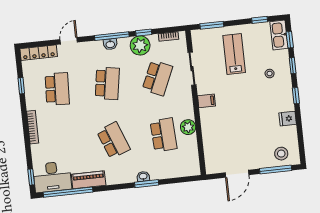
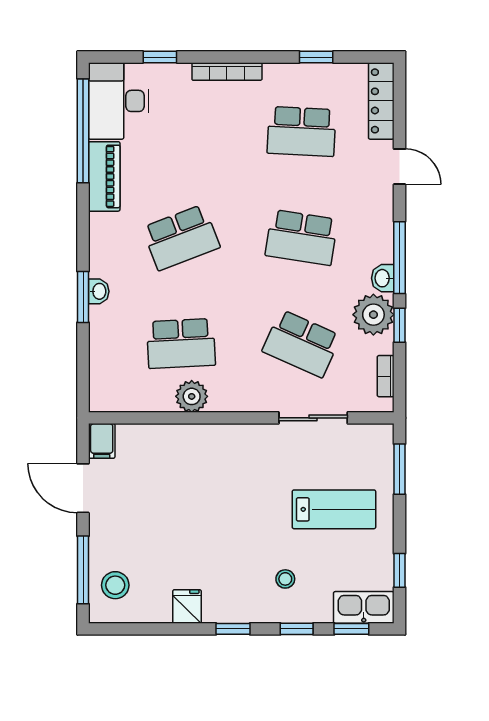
washbasin: (110, 44) -> (383, 278), moved
filing cabinet: (207, 101) -> (102, 441), moved
window: (31, 177) -> (160, 57), moved

